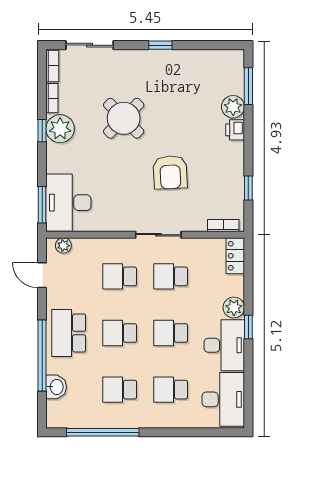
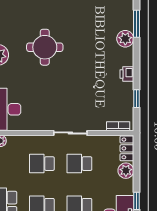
round table: (124, 118) -> (45, 47), turned 45
printer: (235, 130) -> (127, 74), moved
armchair: (170, 172) -> (79, 87), removed
plant: (234, 308) -> (126, 171), moved

